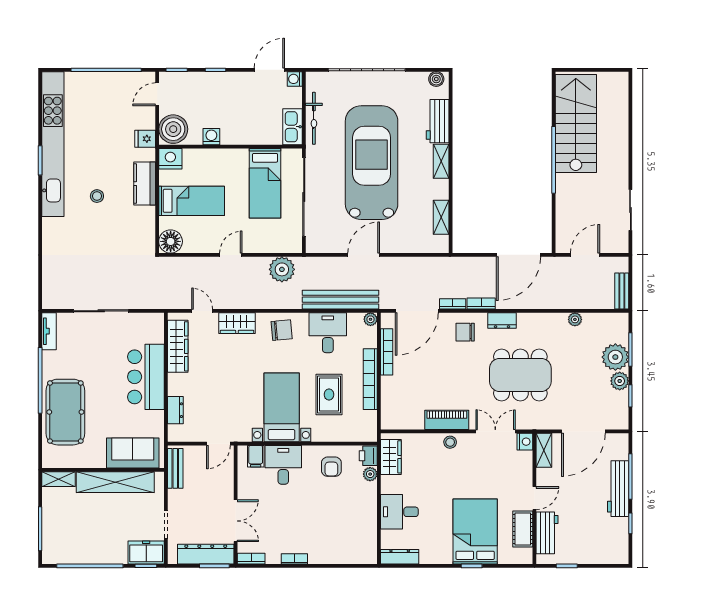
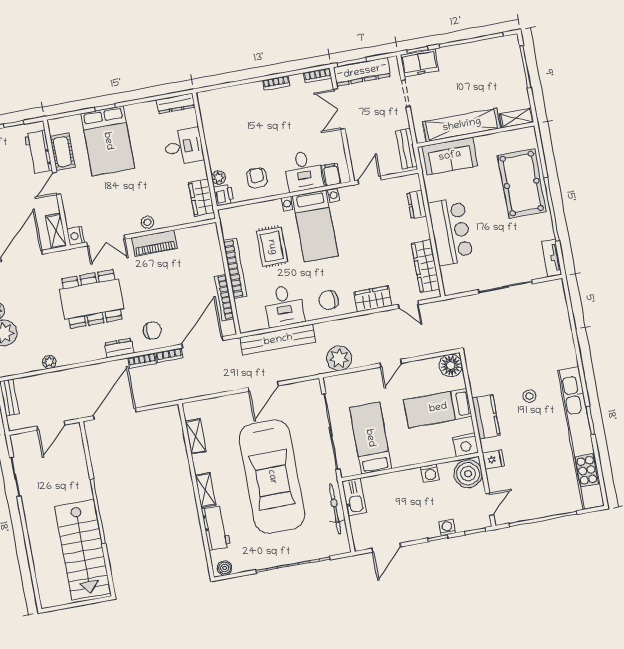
washing machine: (295, 79) -> (447, 527), moved, turned -90
plant: (370, 319) -> (245, 326), removed

